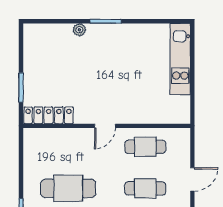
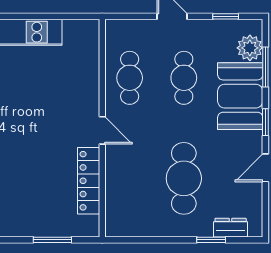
locker: (49, 115) -> (89, 181), moved

